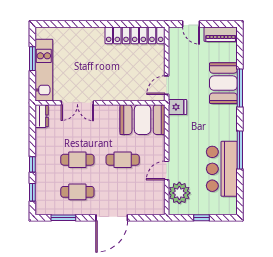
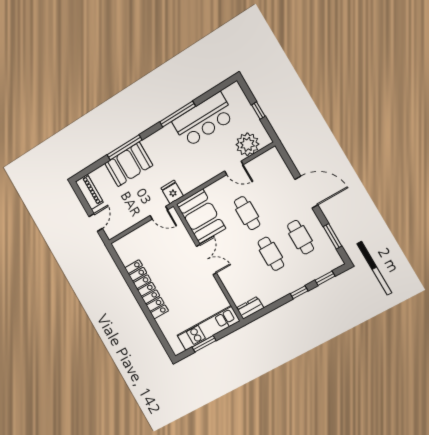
locker: (135, 35) -> (147, 289), moved
double door: (77, 103) -> (206, 260), moved

